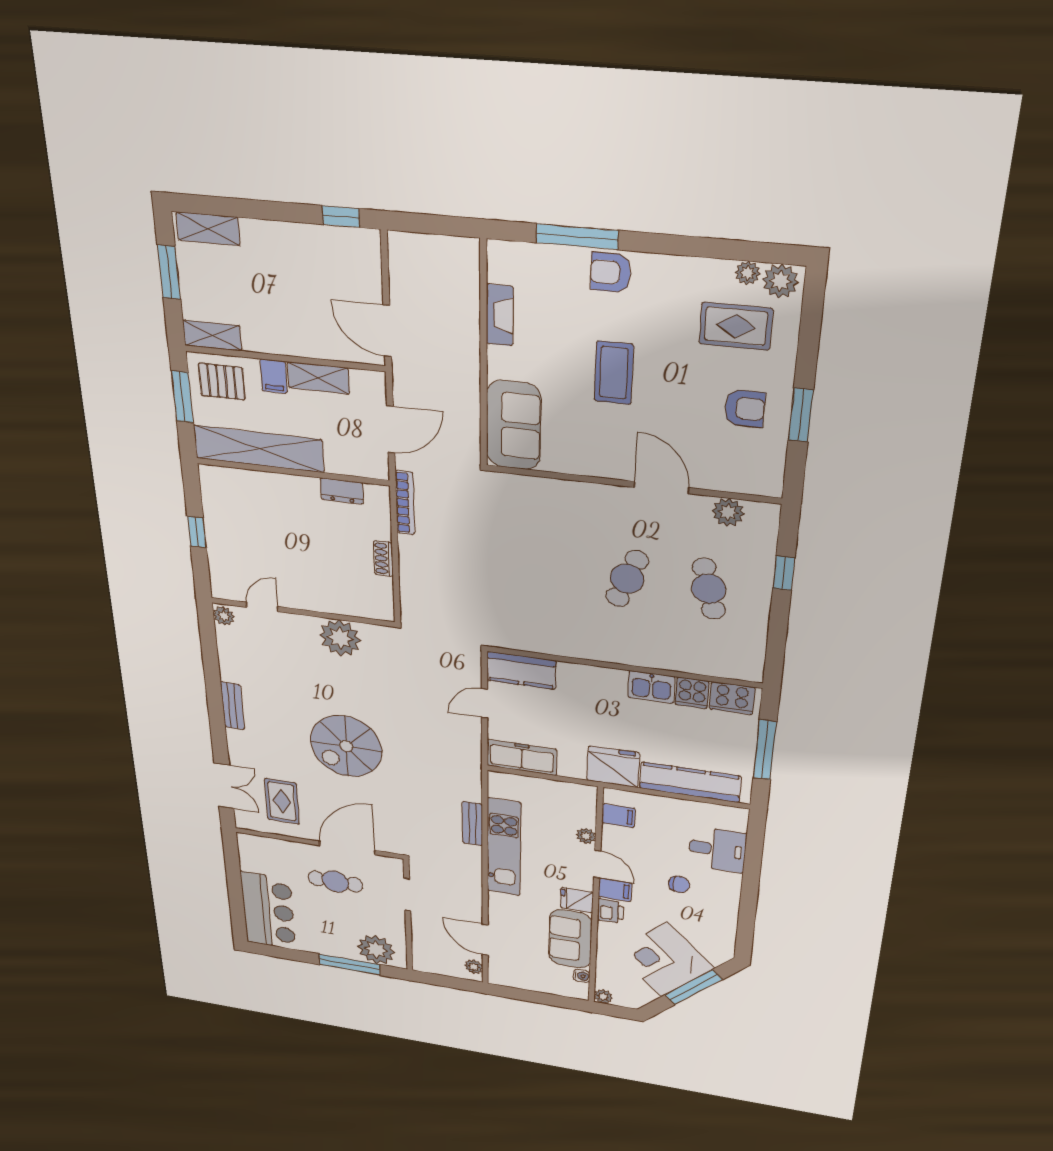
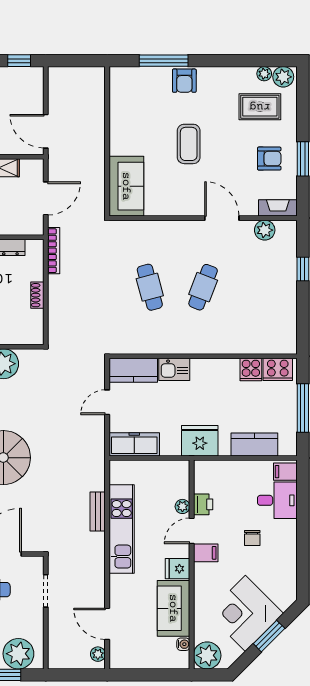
armchair: (611, 272) -> (184, 81), turned -90
fireplace: (500, 315) -> (278, 208), moved, turned -90
cafe table: (709, 589) -> (150, 287), moved
kitchen sink: (651, 687) -> (174, 369), moved
kitchen counter: (690, 782) -> (254, 444), width x0.67
filing cabinet: (618, 816) -> (285, 472), moved, turned 180
door: (597, 864) -> (192, 531), swing flipped
chair: (679, 884) -> (252, 538), turned 90
printer: (611, 911) -> (203, 504), moved
window: (694, 987) -> (269, 636), width x0.69
plant: (603, 997) -> (207, 655), width x1.88, depth x1.88

